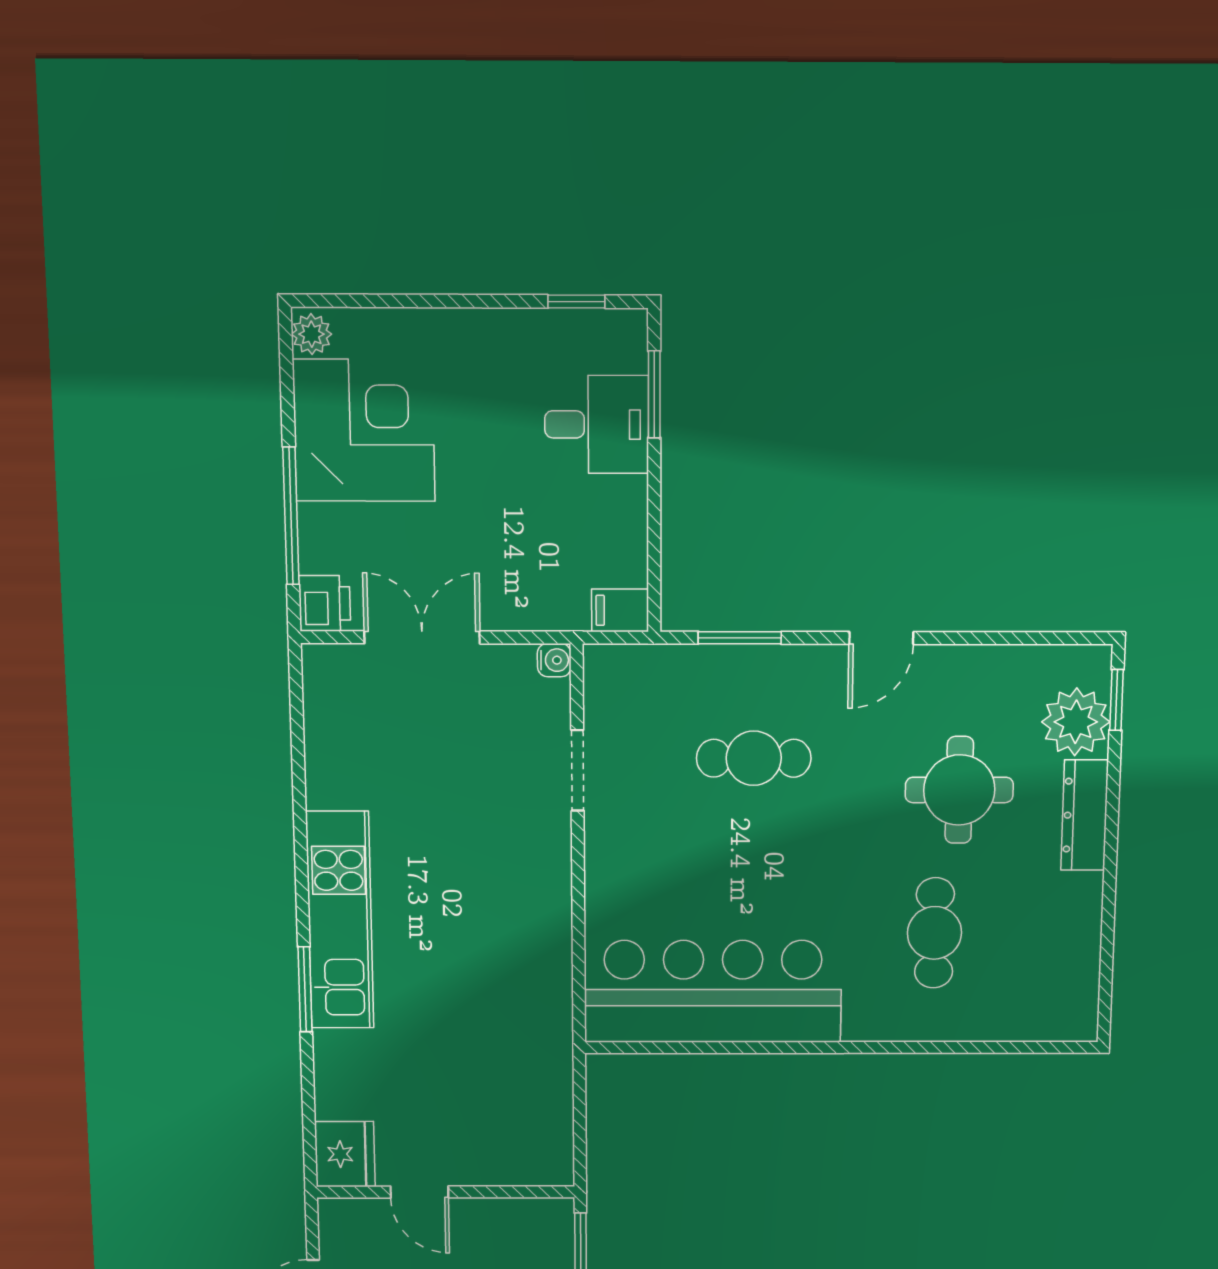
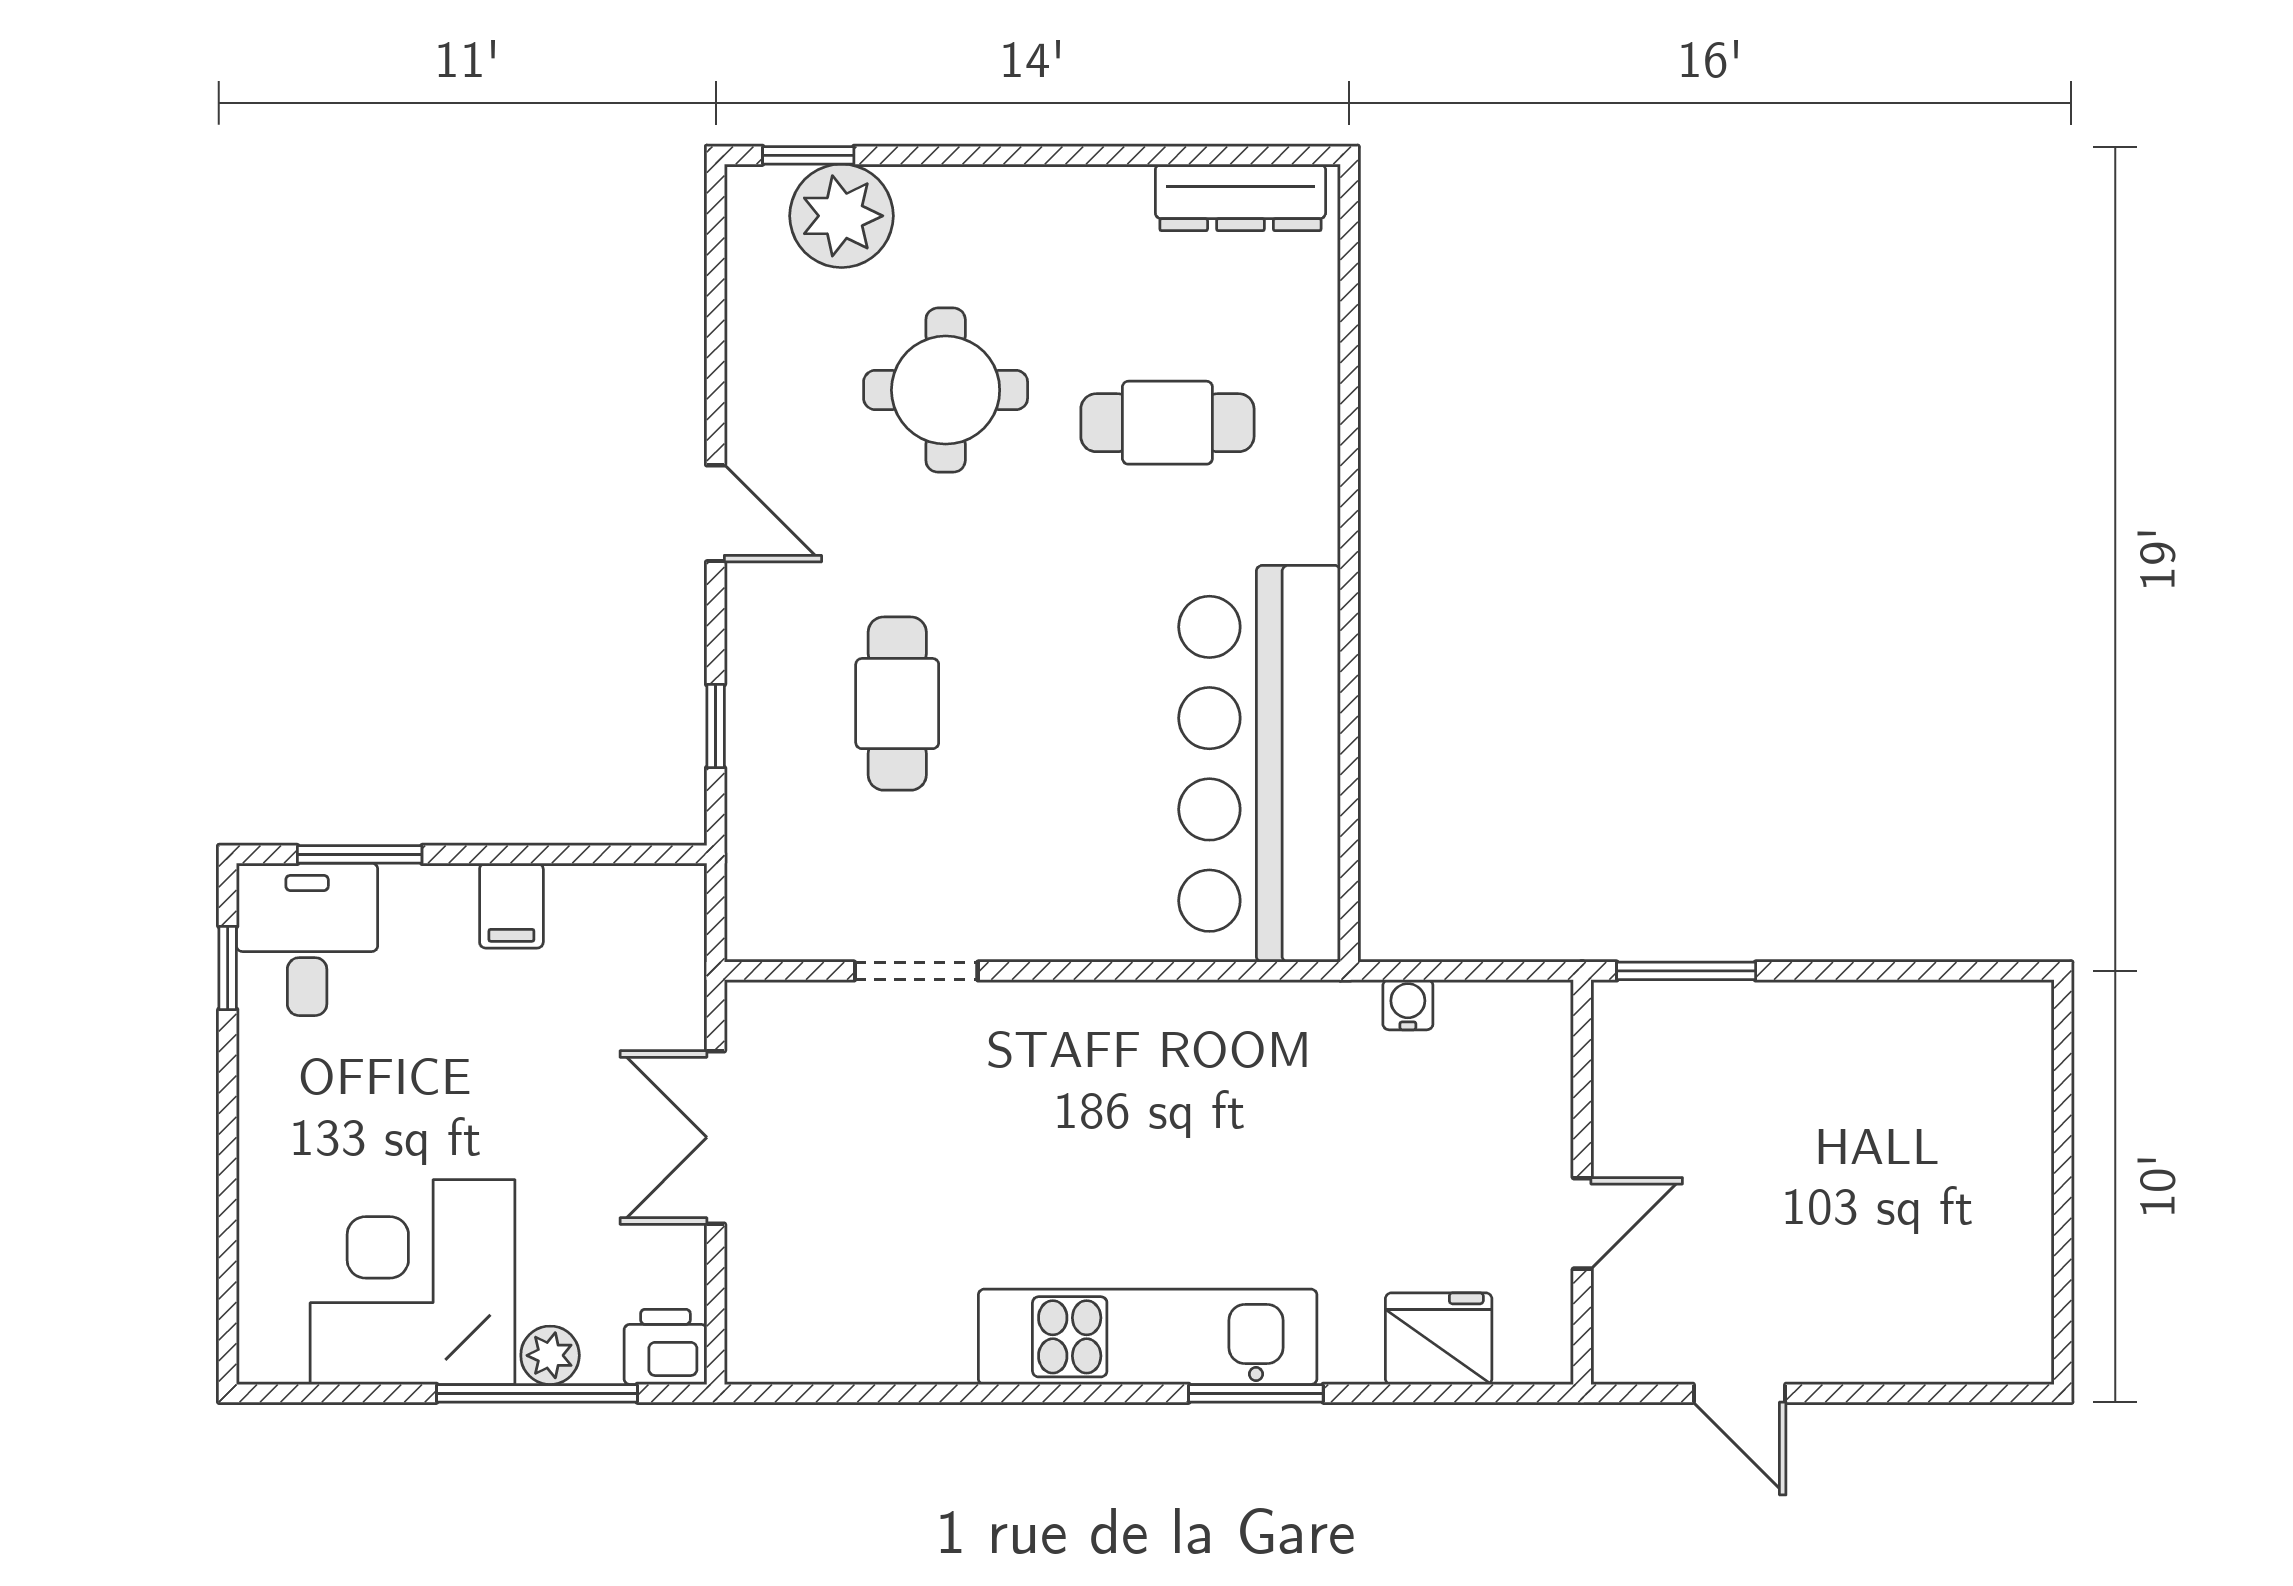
plant: (312, 334) -> (550, 1355), moved
desk: (597, 424) -> (307, 939), moved
filing cabinet: (620, 610) -> (511, 906), moved
double door: (422, 637) -> (716, 1137), moved
window: (740, 638) -> (716, 726), width x0.67
water cooler: (554, 660) -> (1408, 1005), moved
dresser: (1085, 815) -> (1240, 197), moved
fridge: (345, 1154) -> (1439, 1339), moved

